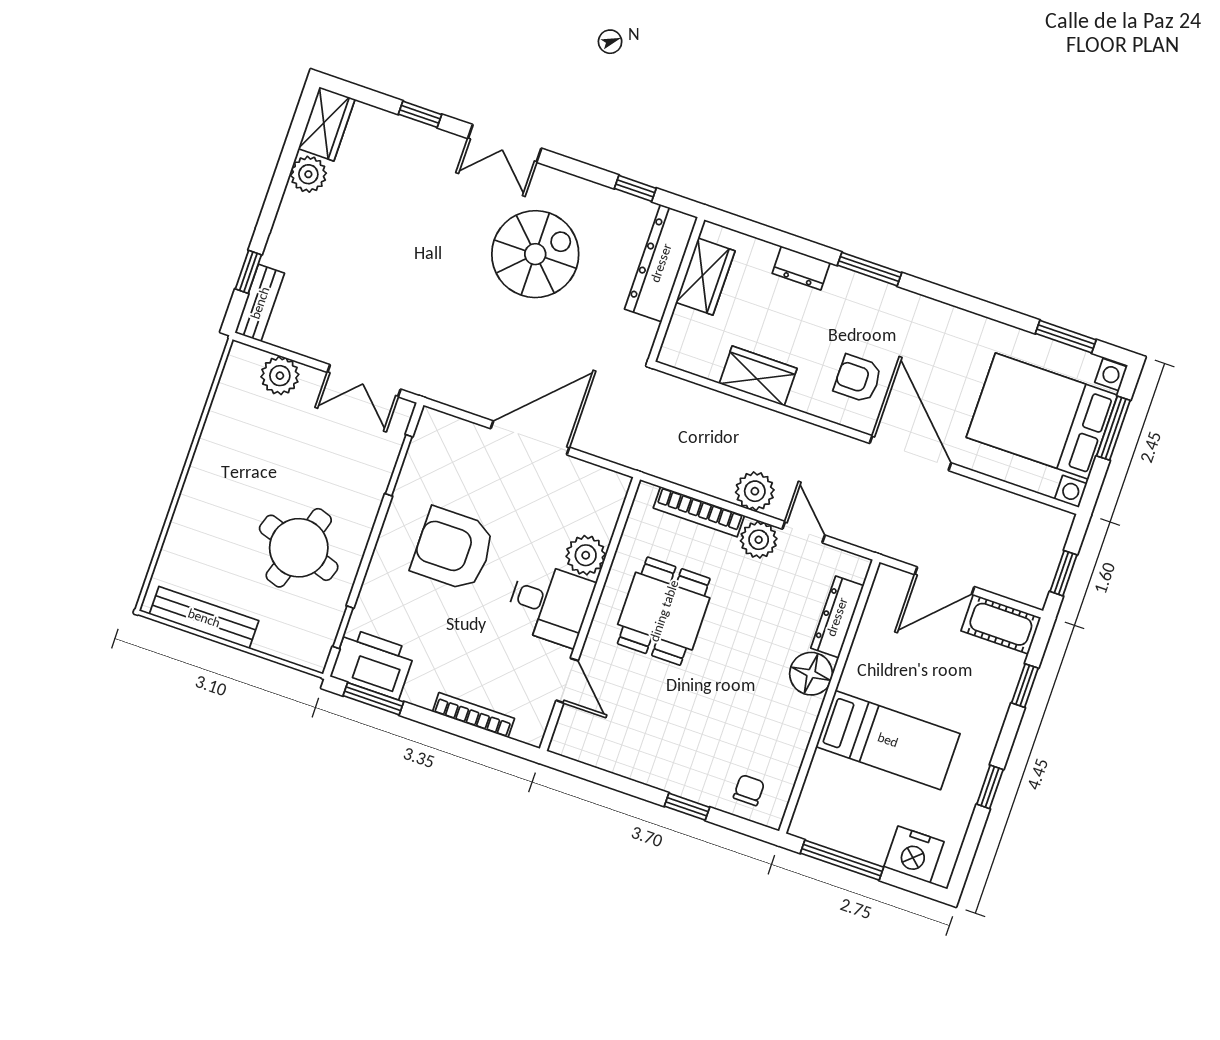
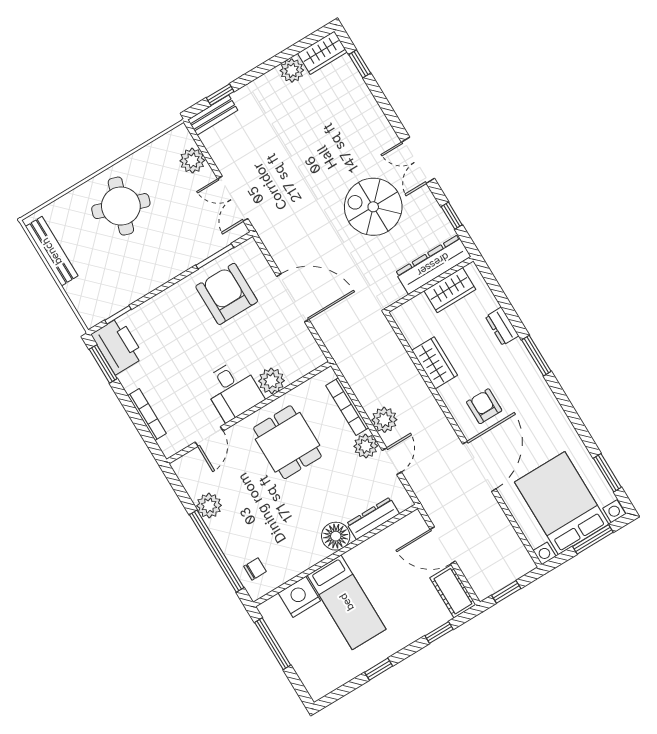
window: (420, 114) -> (360, 64), moved
double door: (505, 143) -> (418, 160), moved
spiral stairs: (535, 254) -> (373, 207), turned 180
round table: (299, 548) -> (121, 206), moved
armchair: (453, 549) -> (227, 294), moved
dining table: (664, 611) -> (287, 442), turned 90
plant: (634, 761) -> (209, 506), added
window: (687, 807) -> (217, 551), width x3.17
nightstand: (914, 854) -> (299, 597), moved, turned 90

